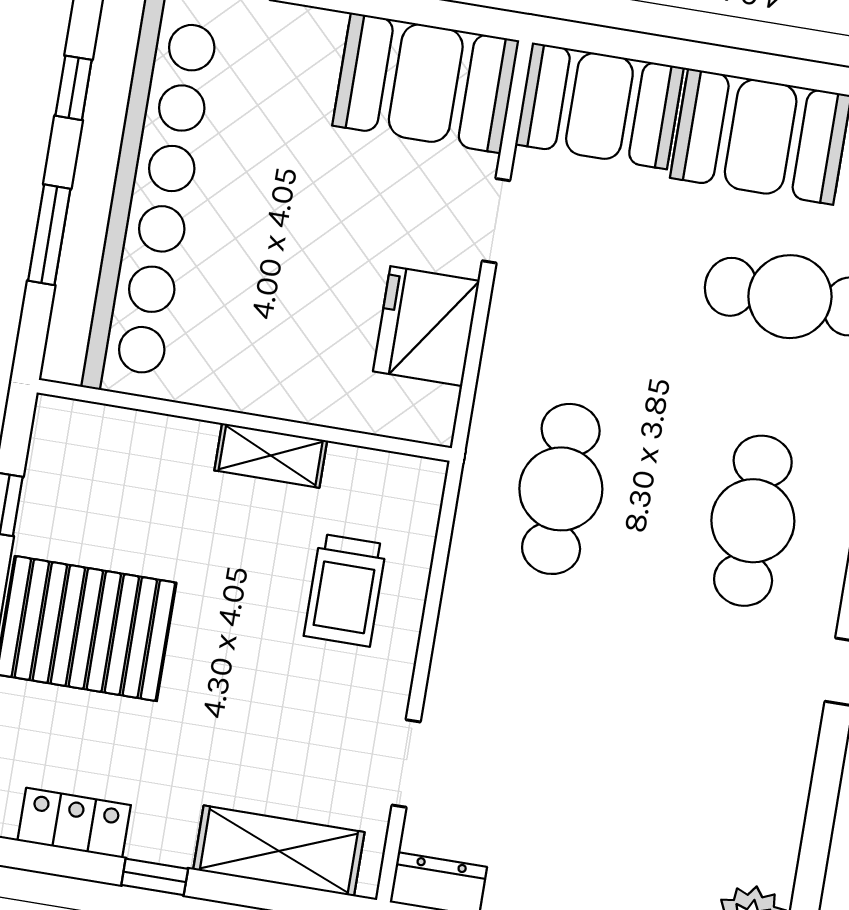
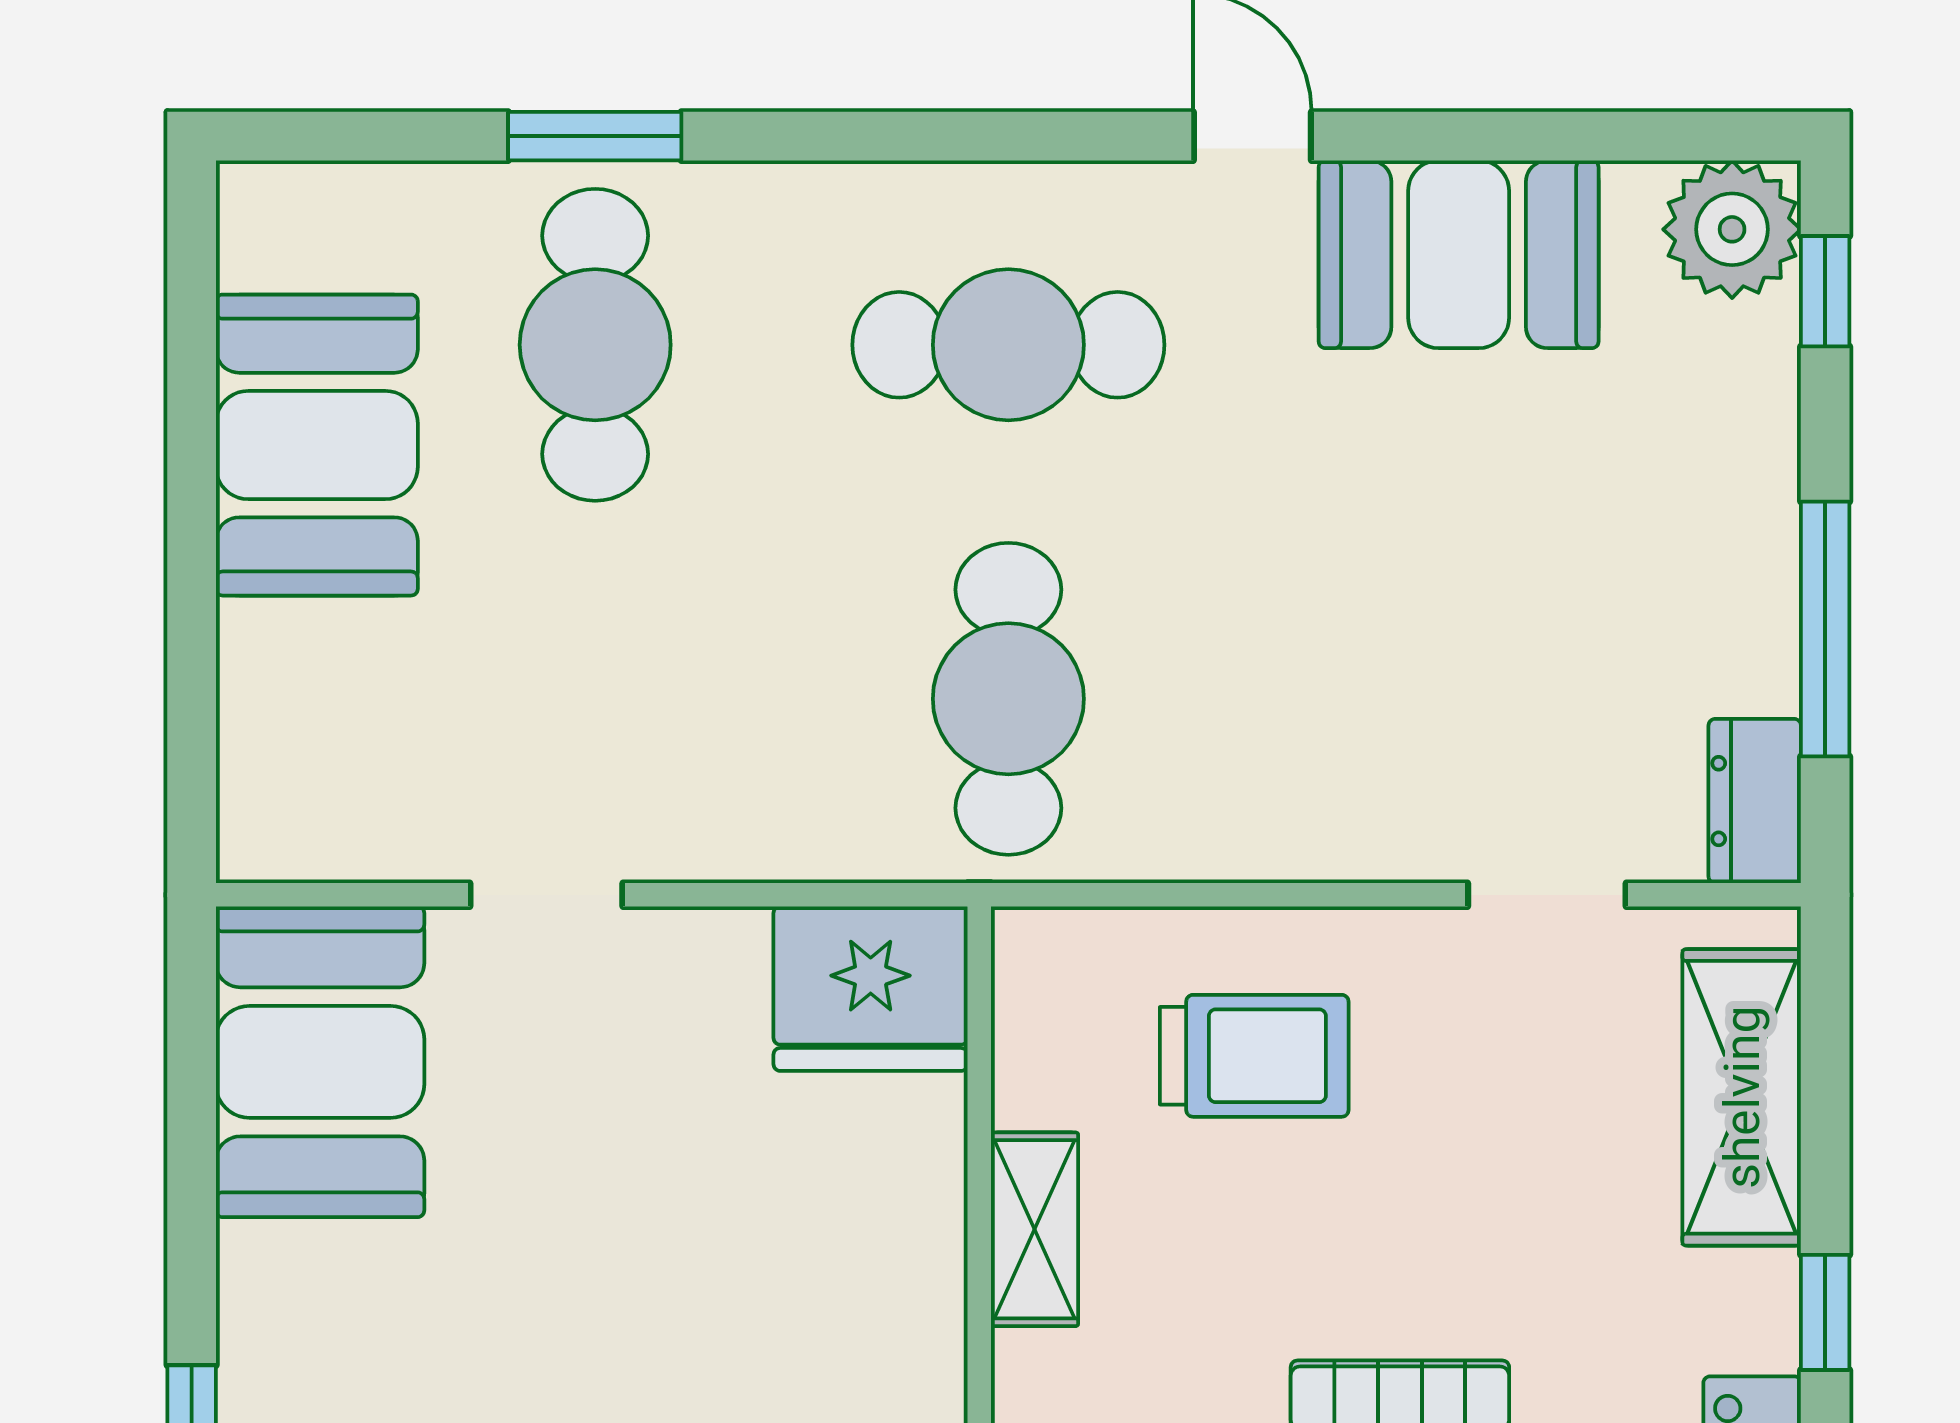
booth: (599, 106) -> (1459, 254), moved, turned 90
fridge: (426, 326) -> (871, 989), moved
cafe table: (561, 489) -> (1008, 699), turned 90

